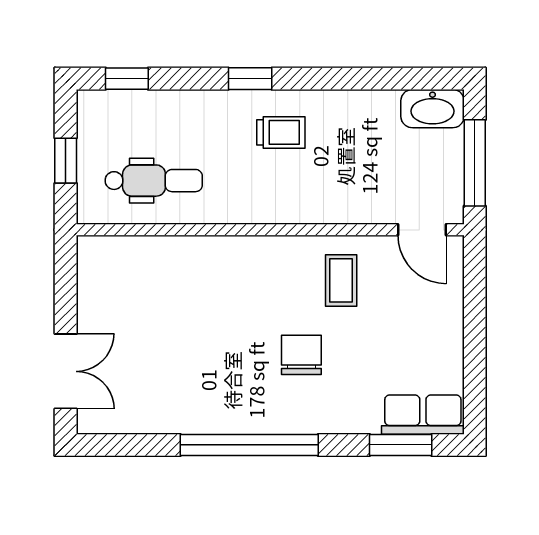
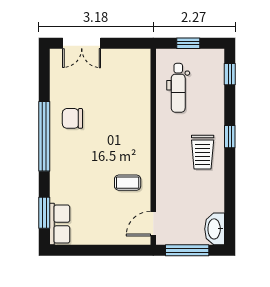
trolley: (281, 132) -> (203, 152), width x1.36, depth x1.39
chair: (301, 355) -> (72, 118), moved, turned 180

